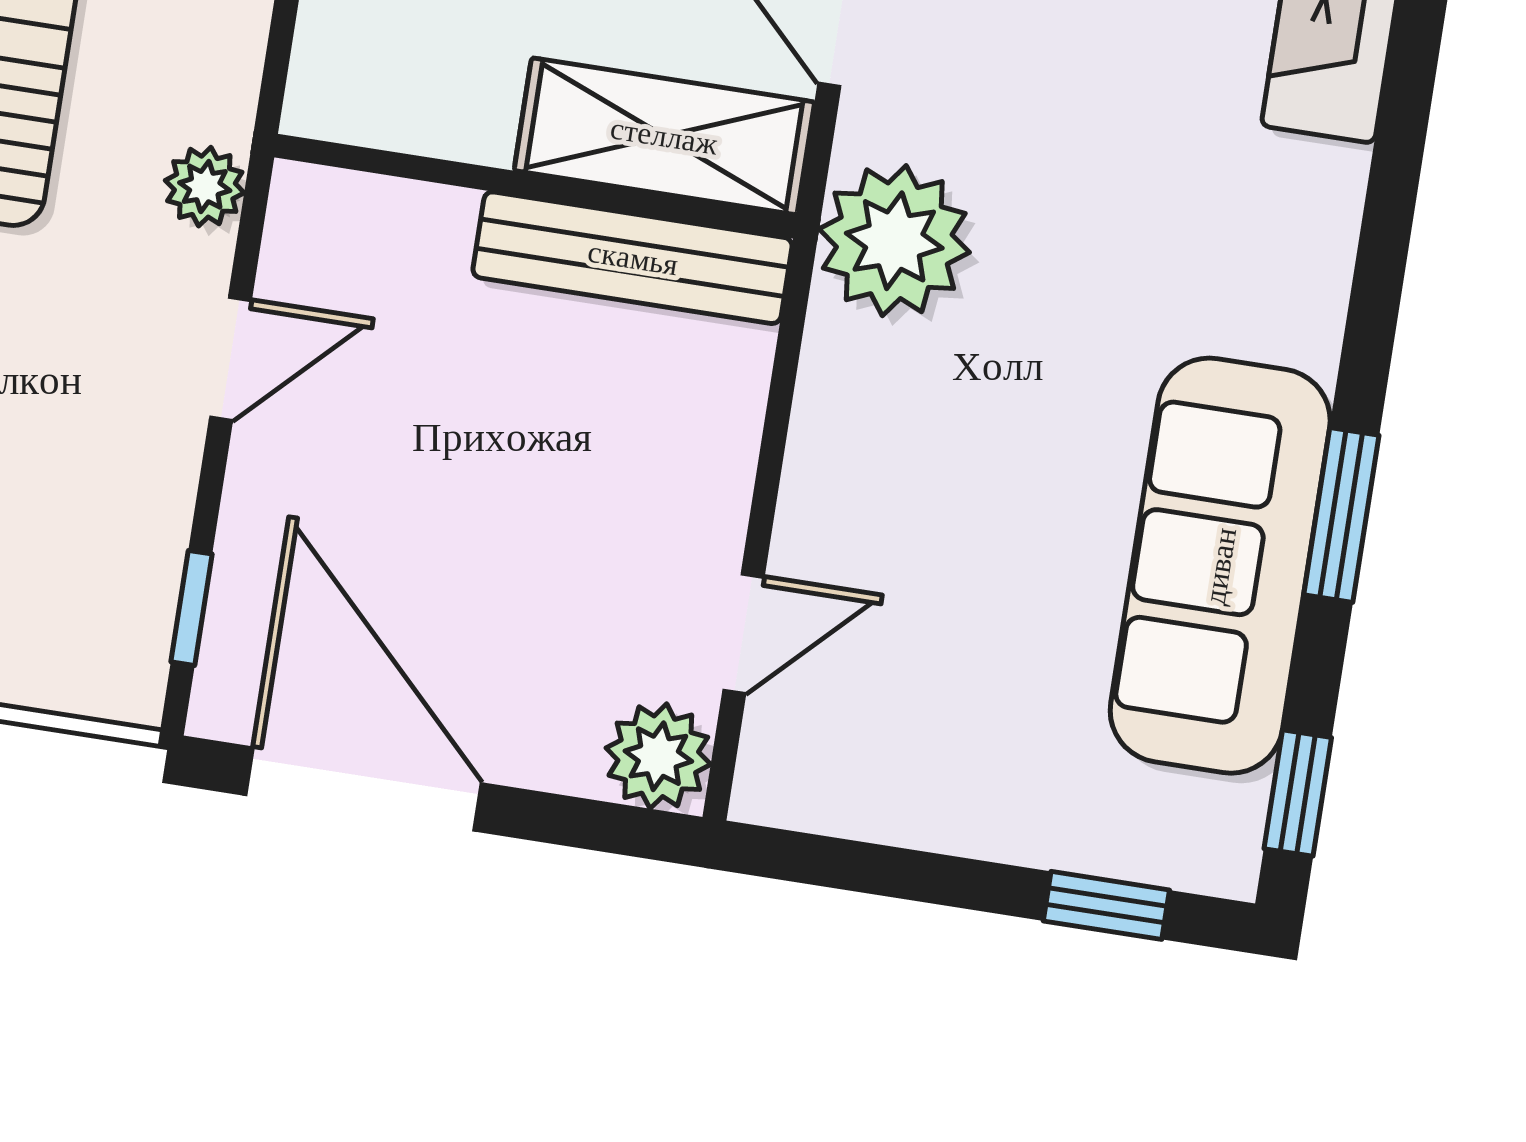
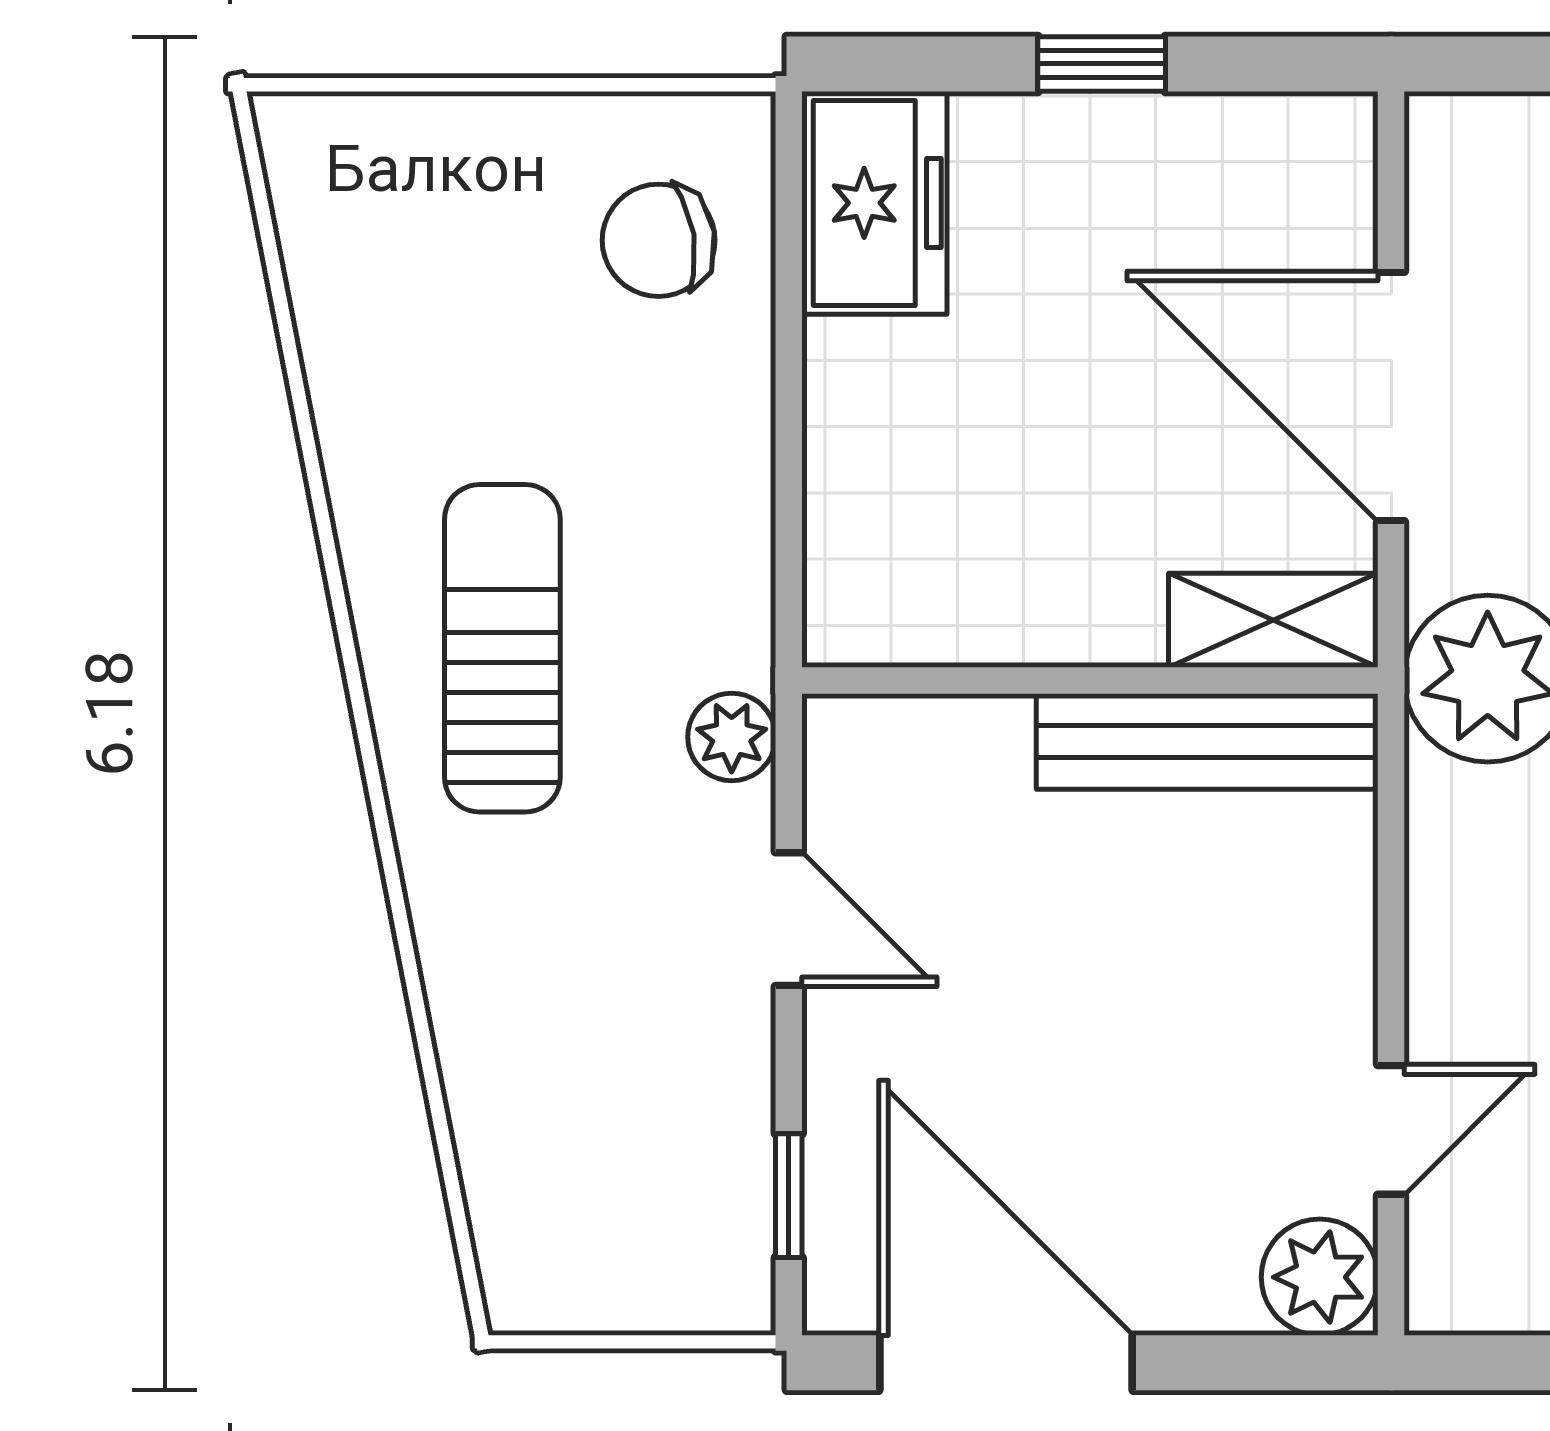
shelving: (664, 136) -> (1273, 620), width x0.67, depth x0.75
door: (230, 359) -> (789, 919), hinge flipped

